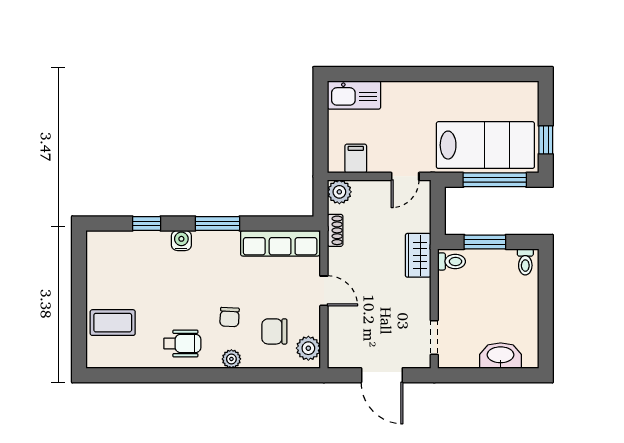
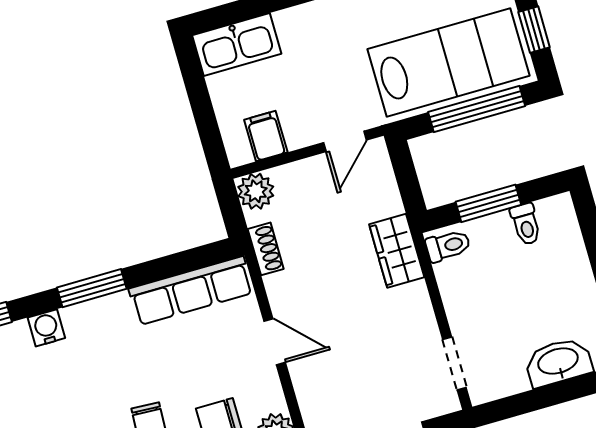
toilet: (525, 262) -> (526, 224), moved

